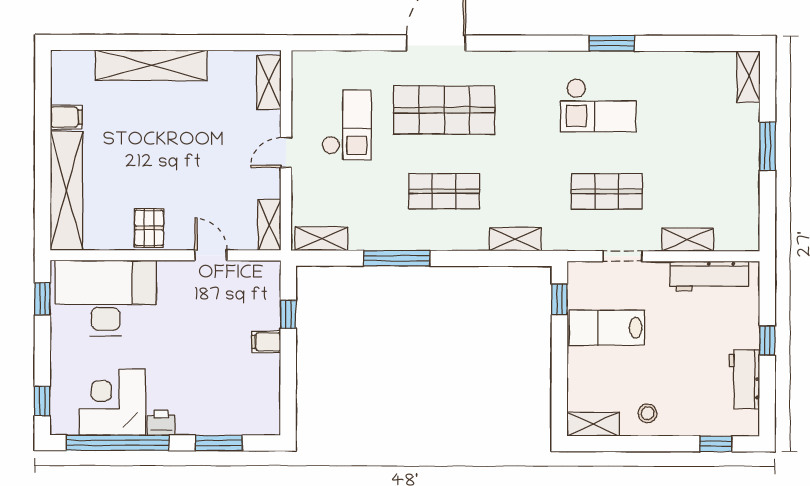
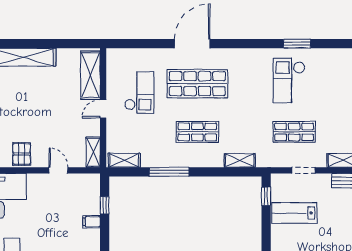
shelving: (269, 82) -> (90, 75), width x1.50, depth x1.33
checkout: (598, 105) -> (289, 81), turned 90

